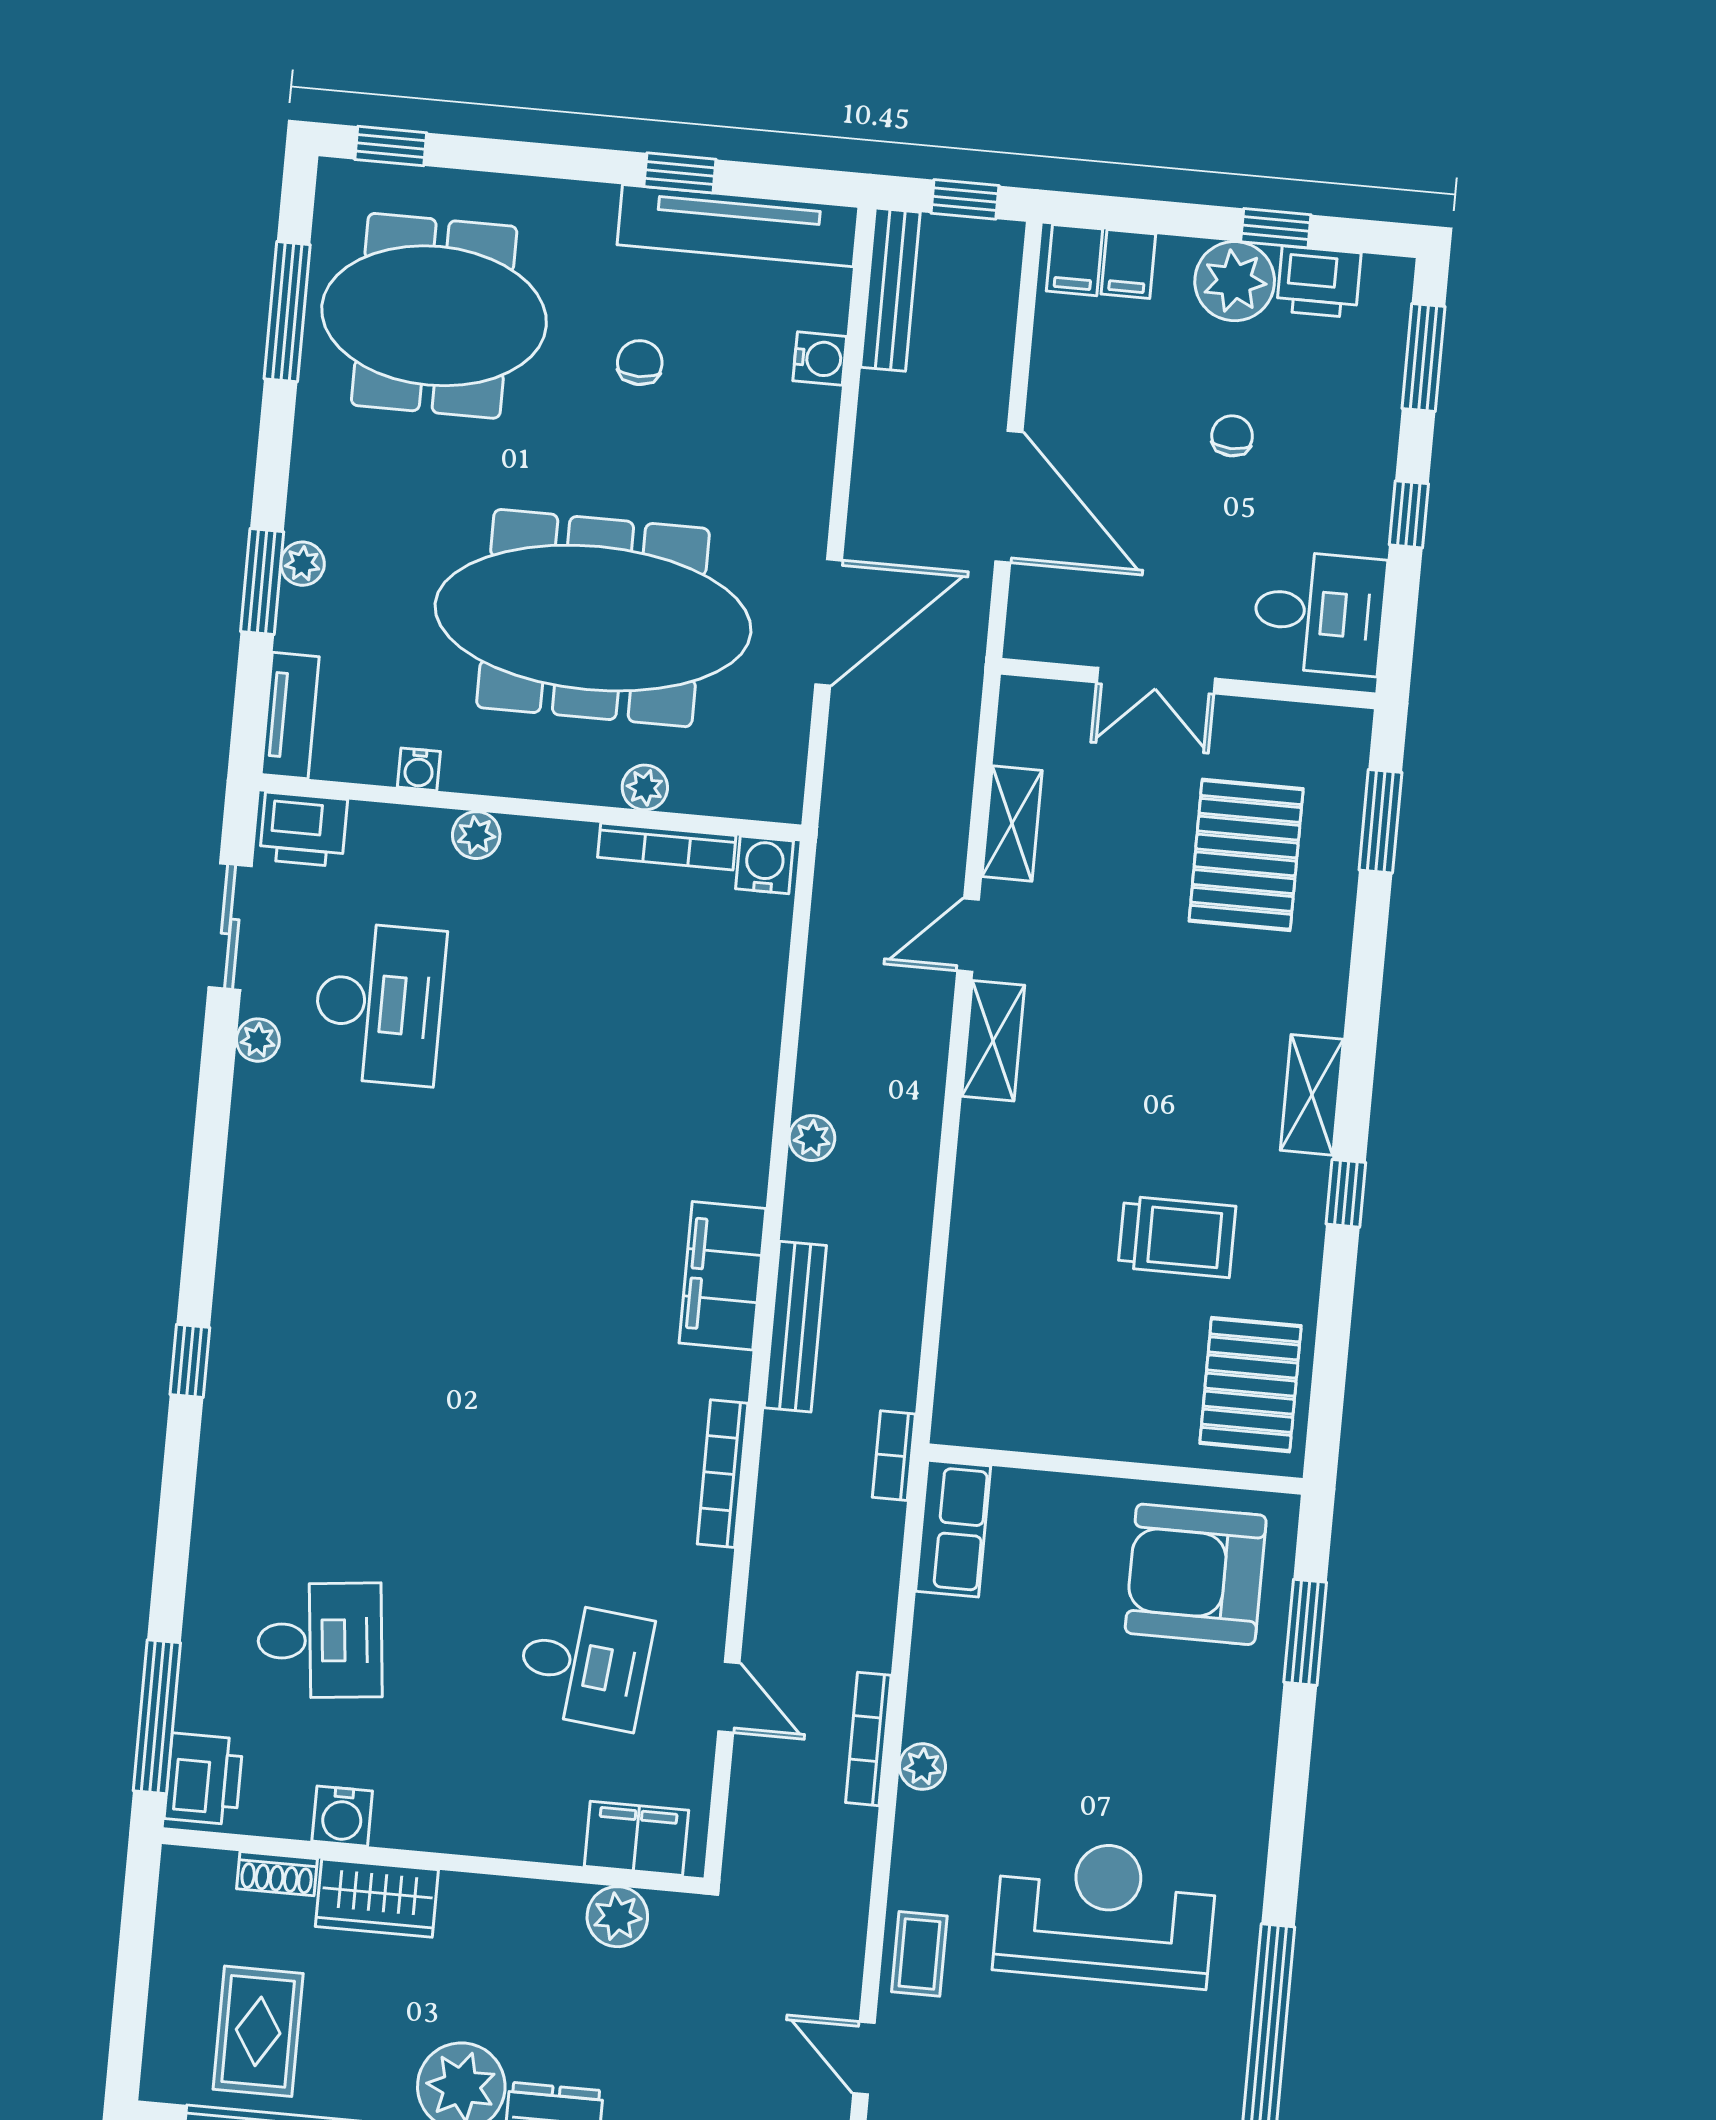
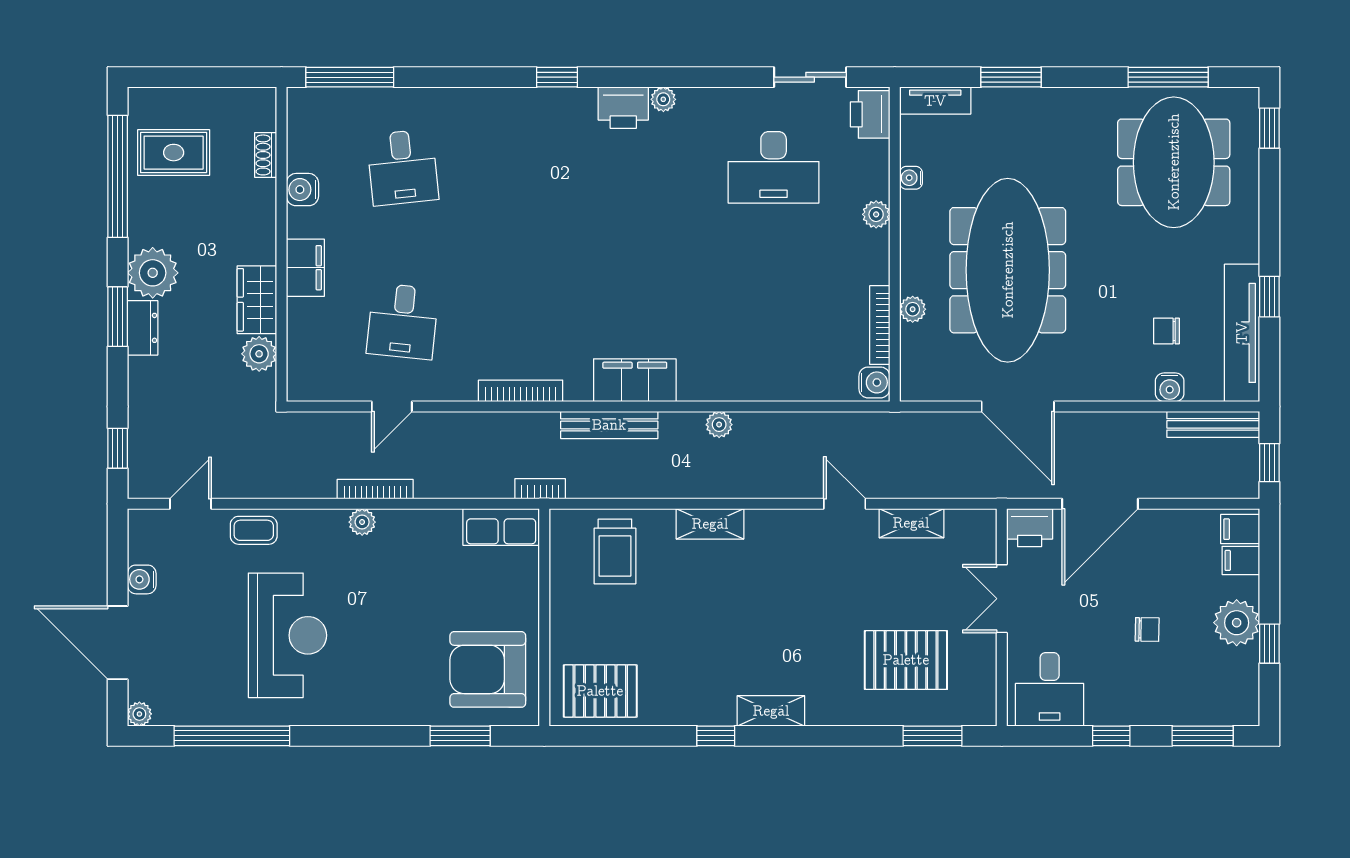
printer: (1319, 282) -> (1030, 528), moved, turned -90
chair: (640, 363) -> (1166, 331), moved, turned 180
plant: (302, 564) -> (1024, 100), removed
plant: (258, 1040) -> (663, 99), moved
shelving: (993, 1041) -> (710, 524), moved
trolley: (1177, 1237) -> (615, 551), moved
armchair: (1196, 1574) -> (488, 669), turned -90
printer: (204, 1779) -> (623, 108), moved
filing cabinet: (636, 1838) -> (305, 268), moved
wardrobe: (377, 1898) -> (257, 300), moved

